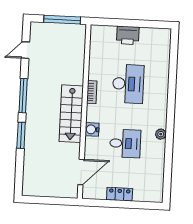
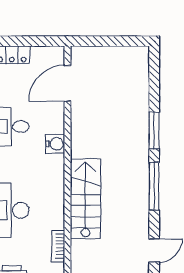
bookcase: (92, 92) -> (58, 246), moved
stairs: (71, 114) -> (85, 199), moved

